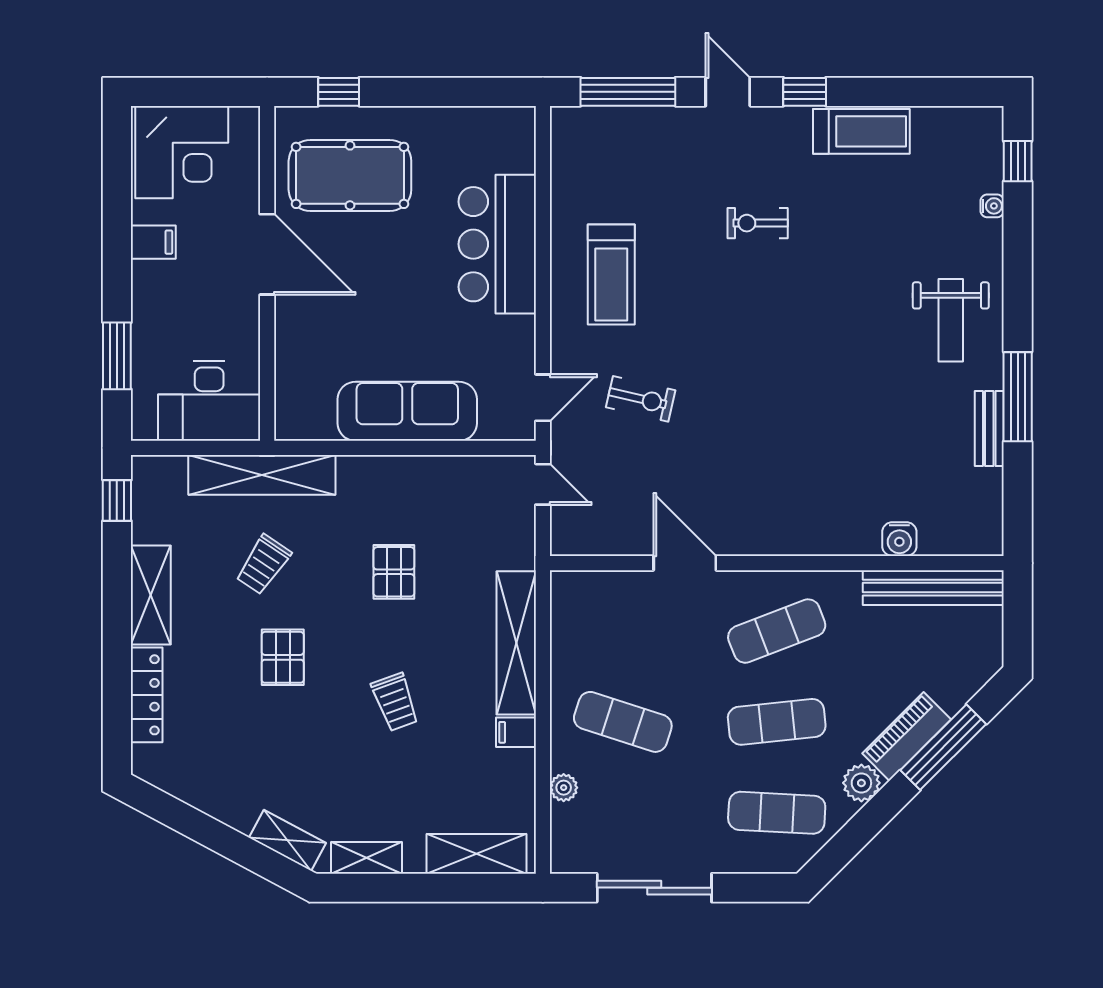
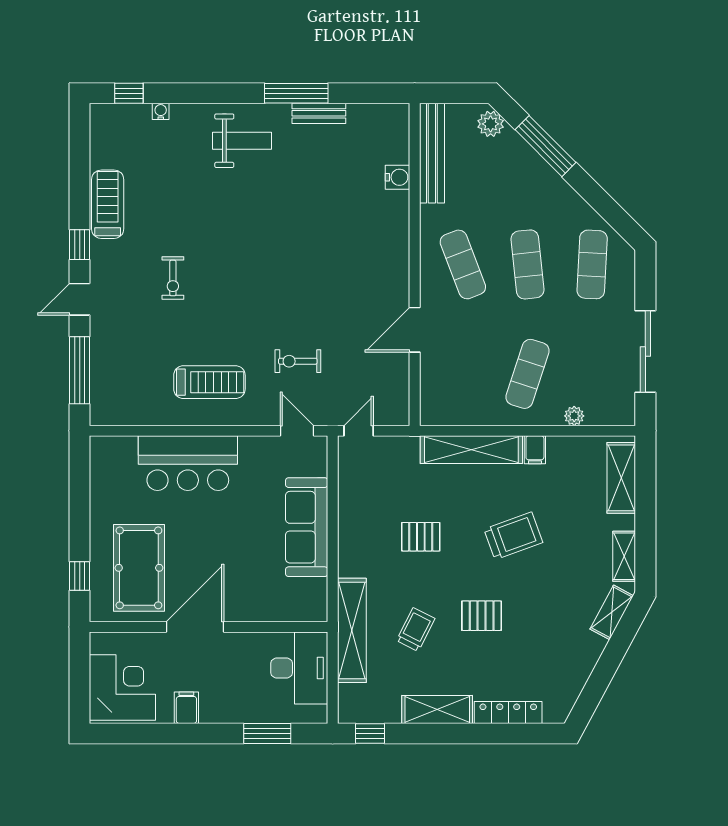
exercise bike: (641, 399) -> (298, 361), turned -103
trolley: (263, 565) -> (416, 629), turned -97
trolley: (395, 702) -> (513, 536), width x1.36, depth x1.39
piano: (907, 736) -> (538, 172), removed
plant: (861, 783) -> (491, 124), moved

